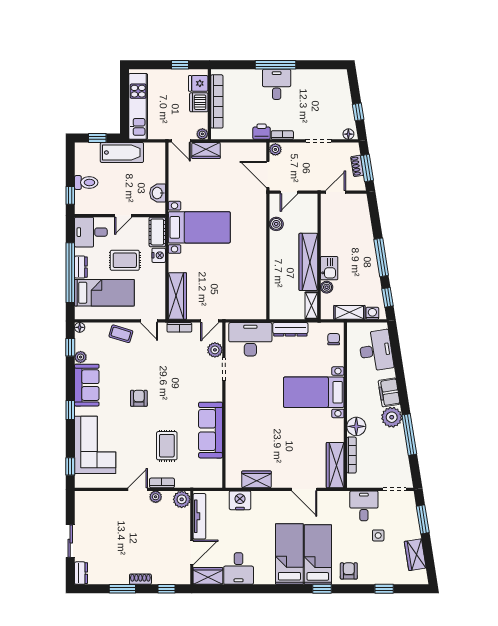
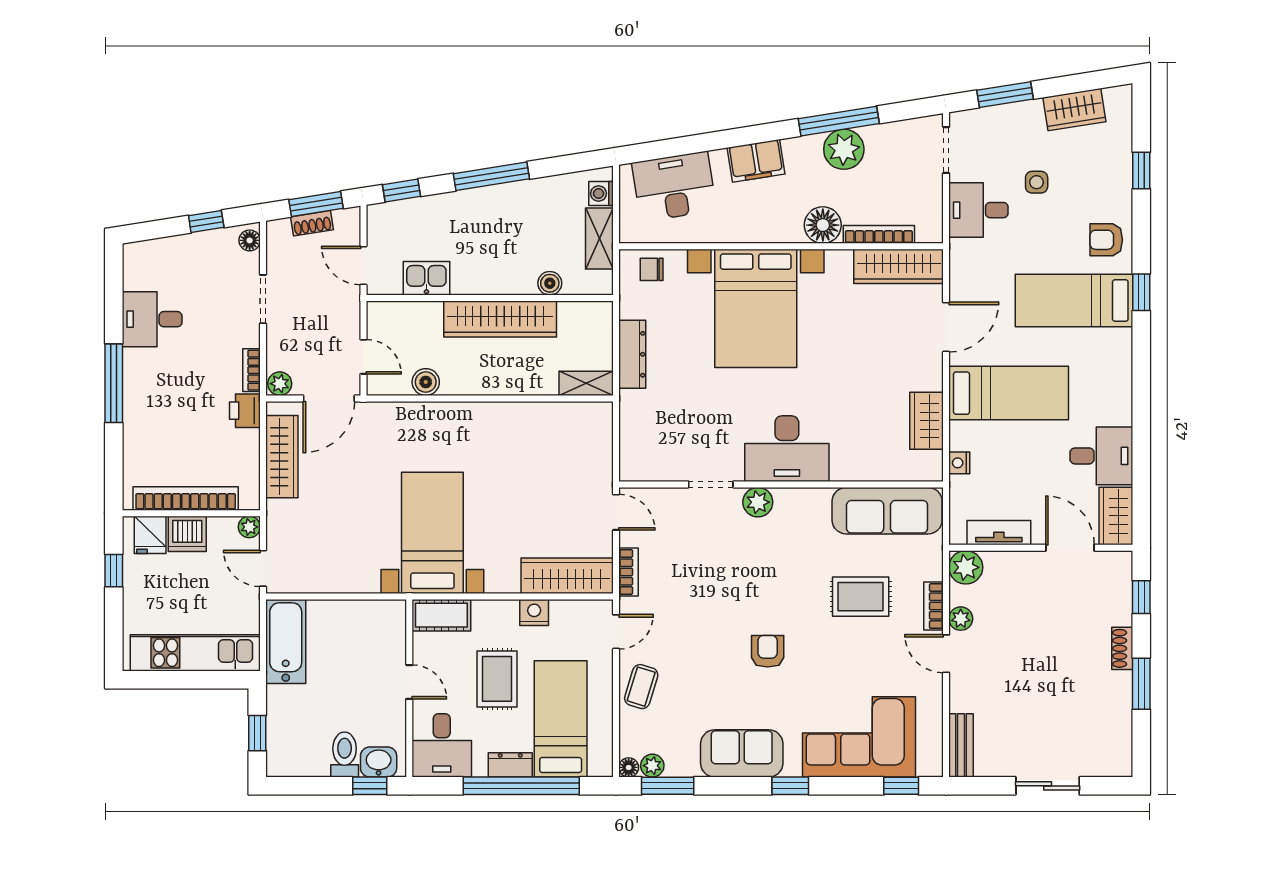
desk: (277, 84) -> (152, 319), moved
door: (181, 141) -> (263, 568), swing flipped
wardrobe: (206, 151) -> (282, 457), moved, width x1.50
bathtub: (122, 153) -> (286, 641), moved
washbasin: (158, 193) -> (379, 762), moved, turned 180
nightstand: (159, 255) -> (534, 612), moved
kitchen sink: (329, 268) -> (426, 278), moved
window: (388, 297) -> (402, 190), moved
shelving: (311, 306) -> (586, 383), moved
desk: (250, 339) -> (787, 449), moved, turned -90
window: (70, 347) -> (668, 786), width x1.50
plant: (215, 350) -> (758, 502), moved
plant: (81, 357) -> (652, 766), moved
bed with nightstands: (314, 392) -> (756, 308), width x1.36
armchair: (139, 398) -> (768, 651), turned 90
plant: (392, 417) -> (844, 149), moved
sofa: (211, 430) -> (887, 511), moved
bench: (91, 497) -> (961, 745), added
nightstand: (240, 500) -> (959, 463), width x0.53, depth x0.56
tv unit: (199, 516) -> (999, 533), width x0.71
bed: (289, 554) -> (1009, 393), moved, turned 180
dresser: (81, 573) -> (1110, 765), removed

